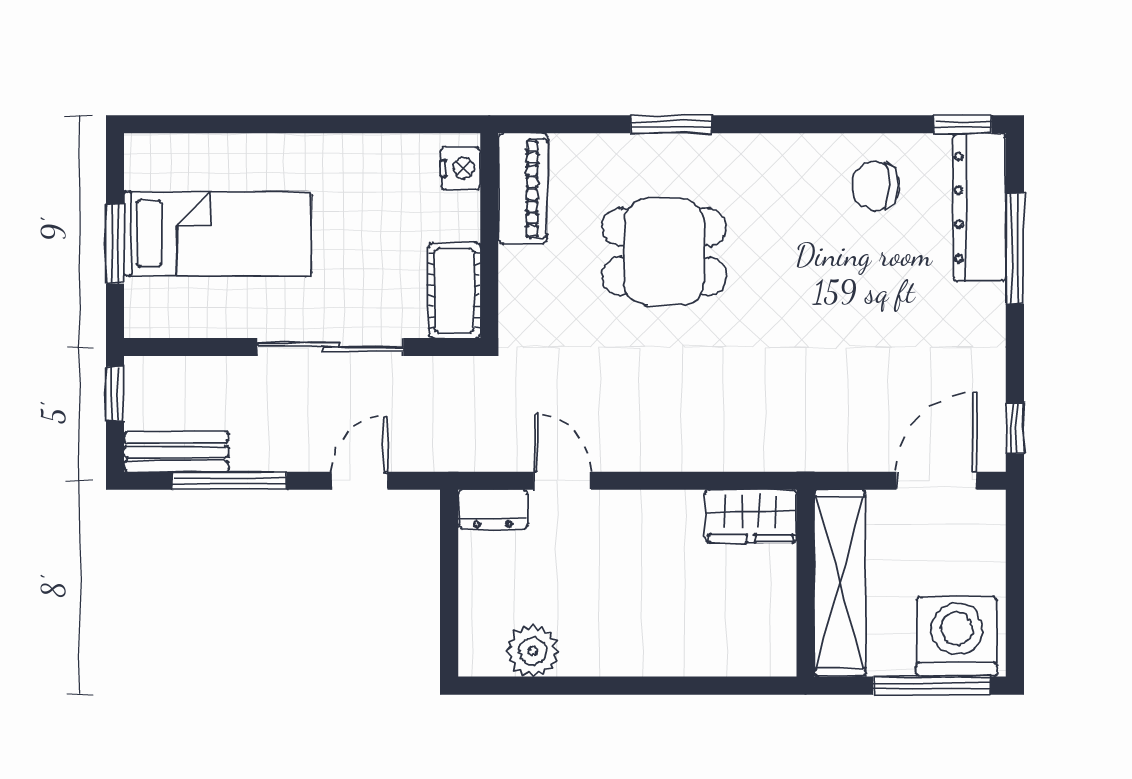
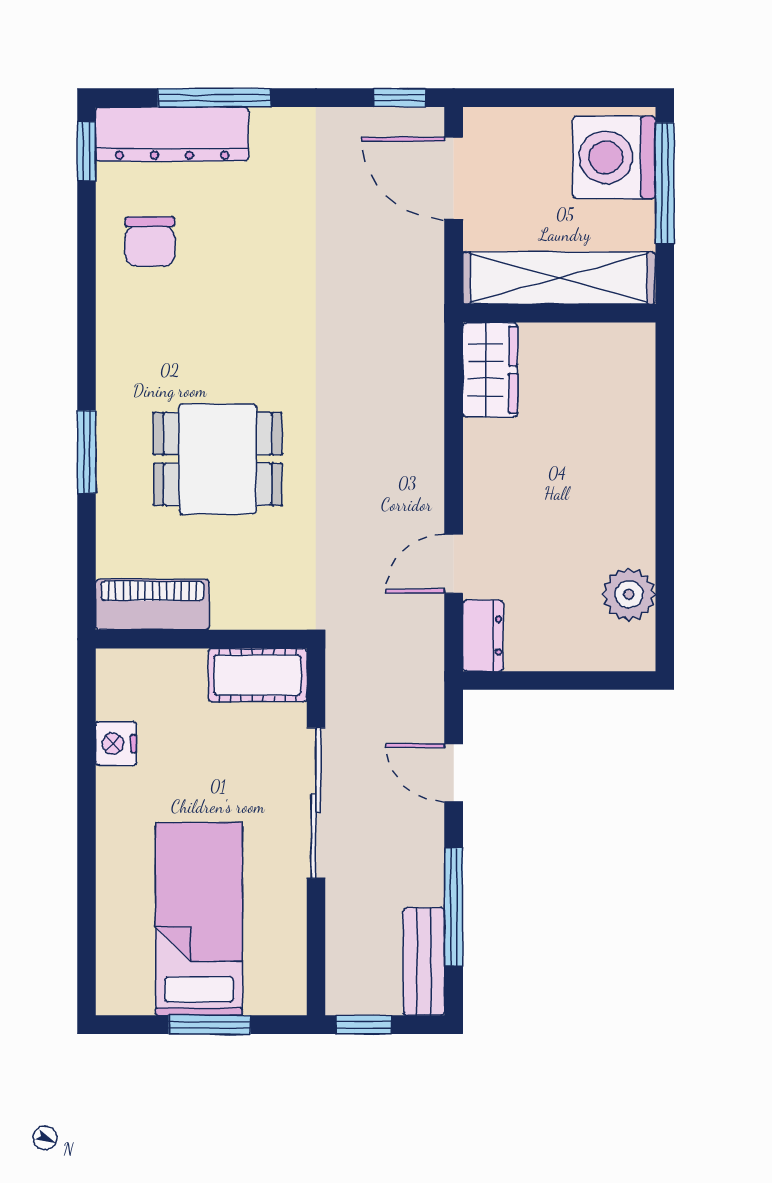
nightstand: (461, 168) -> (116, 744), moved, turned -90
dining table: (664, 252) -> (218, 459), turned 90

